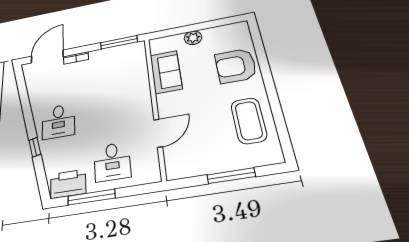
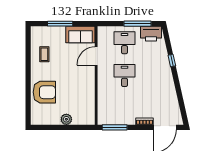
sofa: (166, 72) -> (80, 35), moved, turned -90
desk: (58, 121) -> (124, 75), moved
coffee table: (249, 121) -> (44, 54), width x0.54, depth x0.58

